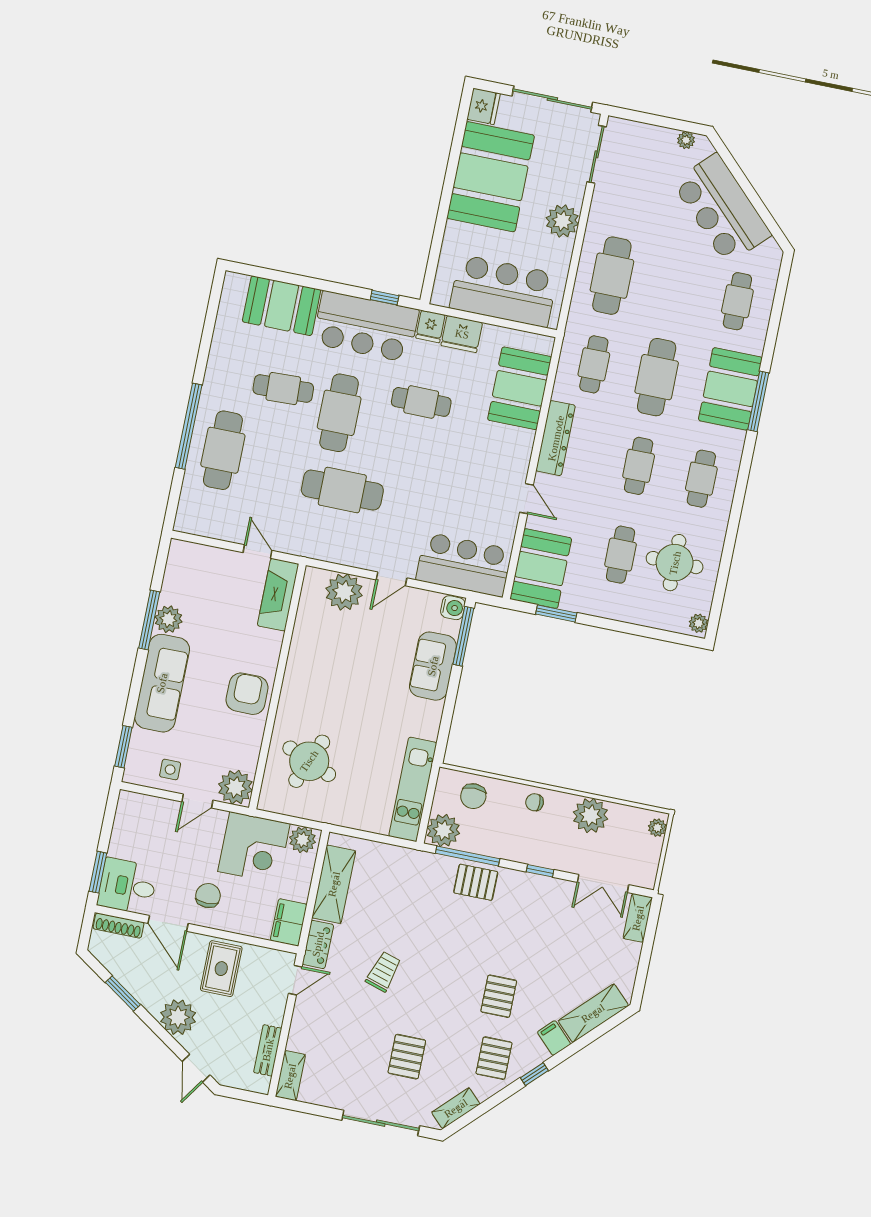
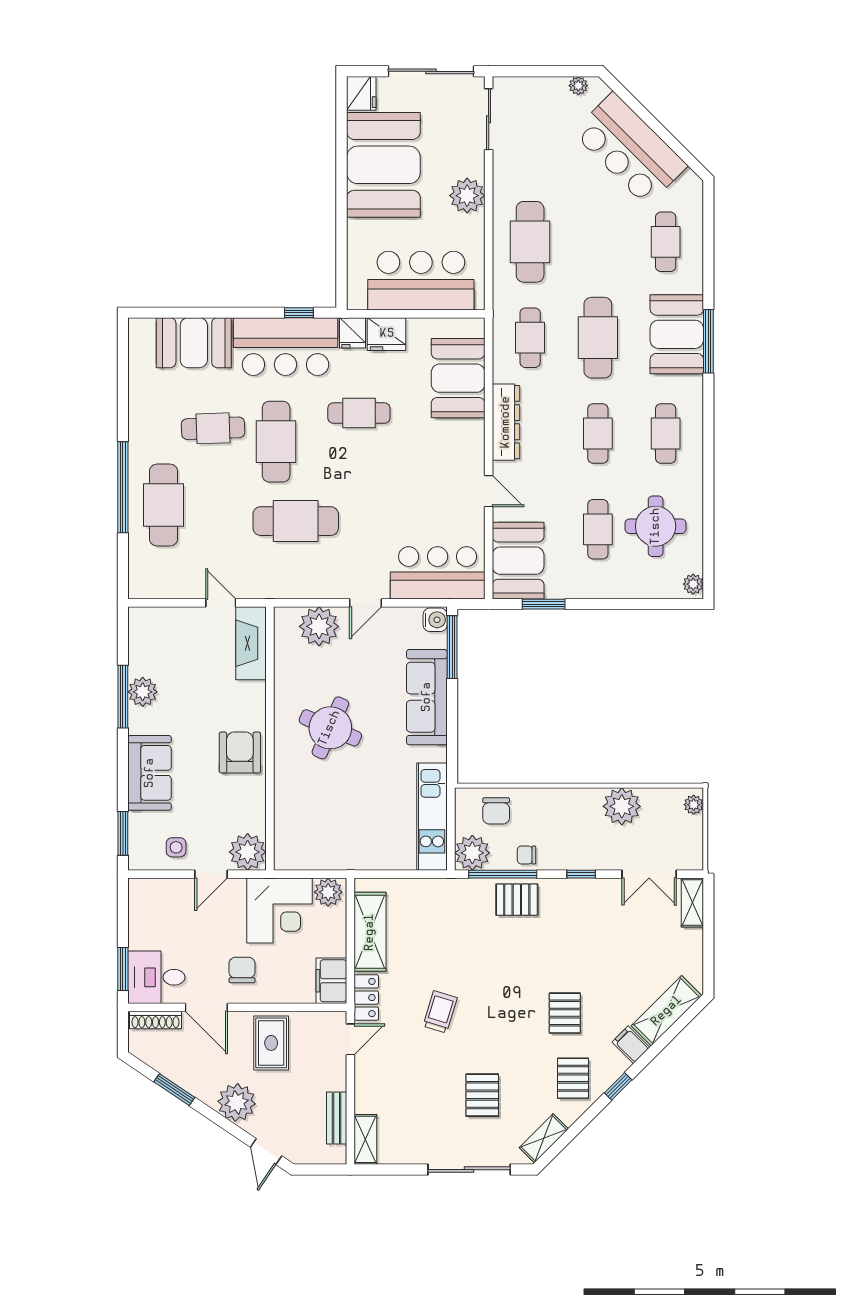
sofa: (433, 666) -> (427, 697), width x1.36
sofa: (162, 683) -> (150, 773), width x0.73
round table: (309, 761) -> (330, 728), moved
chair: (535, 802) -> (527, 855), moved

